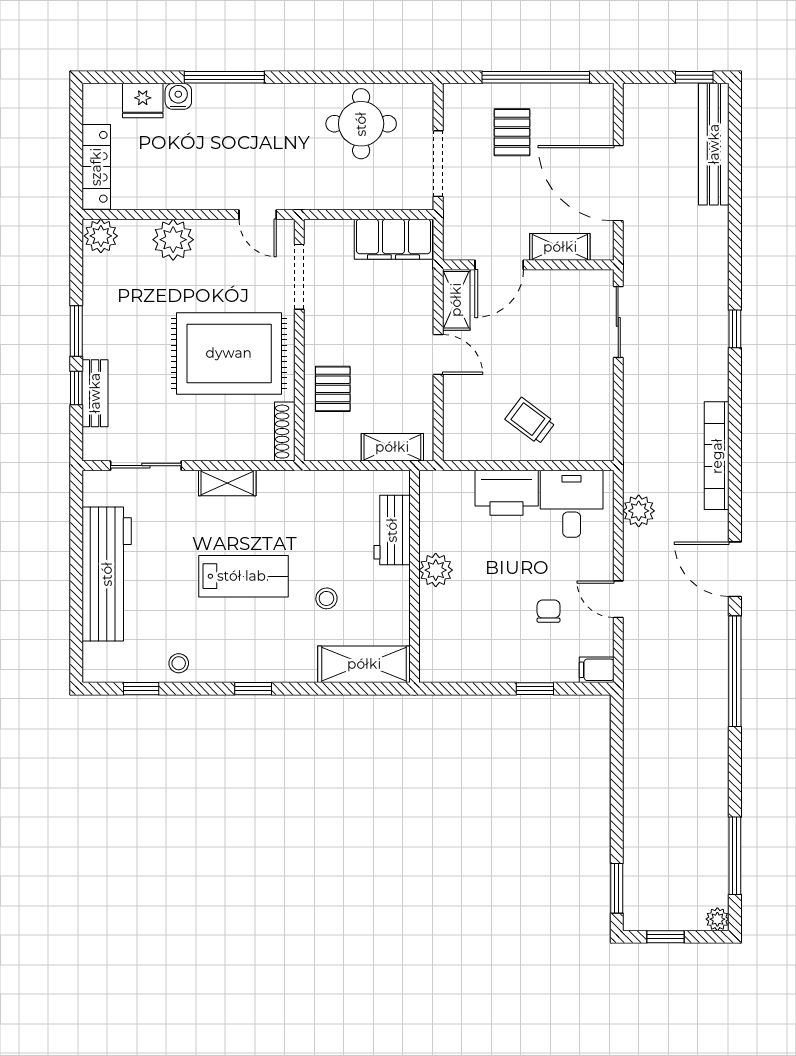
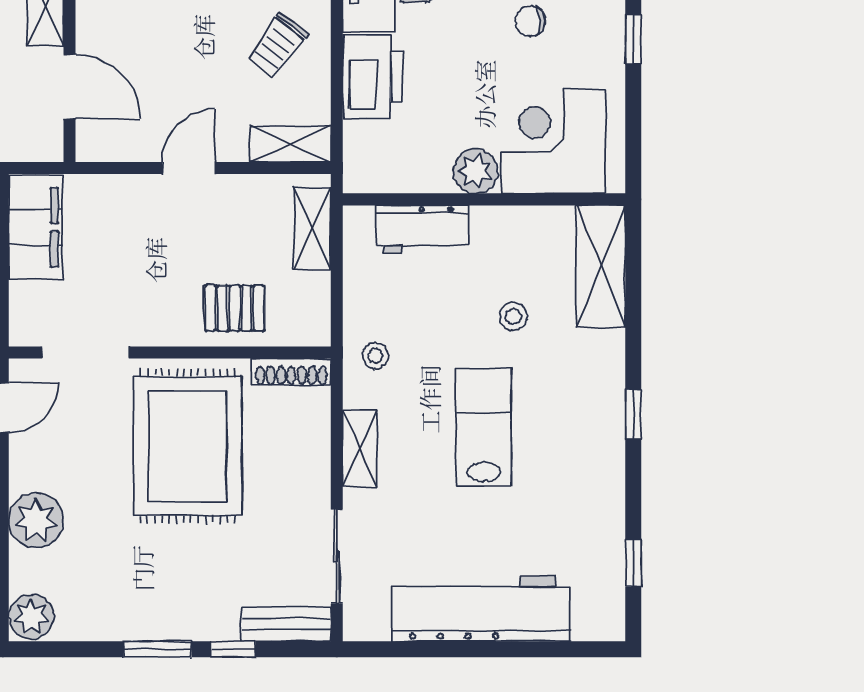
shelving: (456, 300) -> (290, 144), moved
bench: (95, 393) -> (286, 624), moved
corner desk: (458, 628) -> (553, 141), added
stool: (179, 663) -> (375, 356), moved

